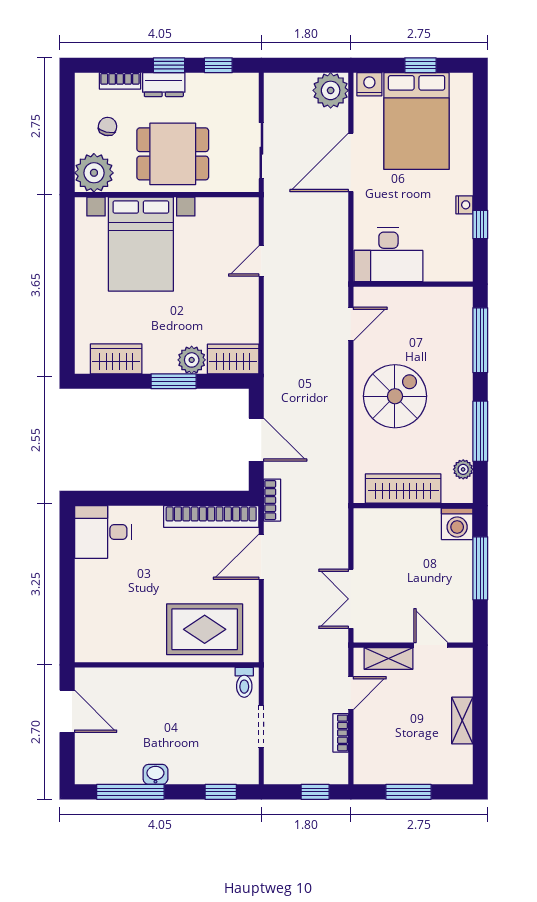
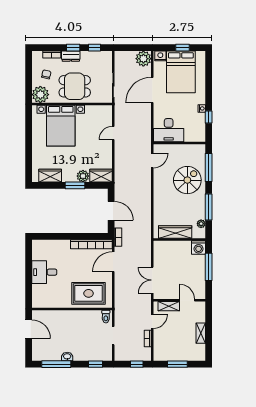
spiral stairs: (395, 396) -> (187, 180), moved
desk: (103, 532) -> (44, 272), moved

